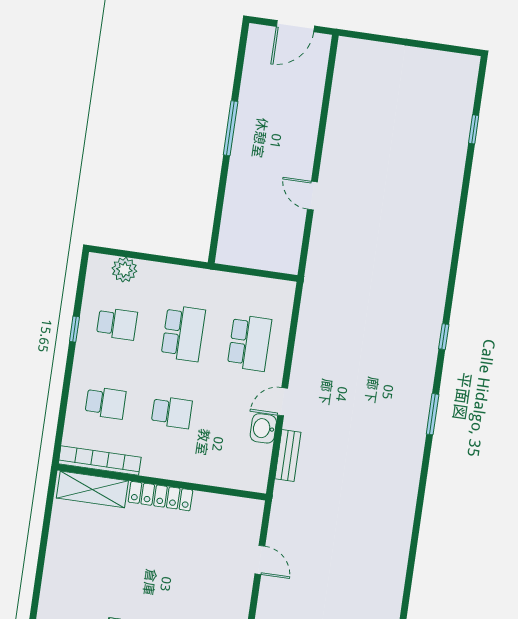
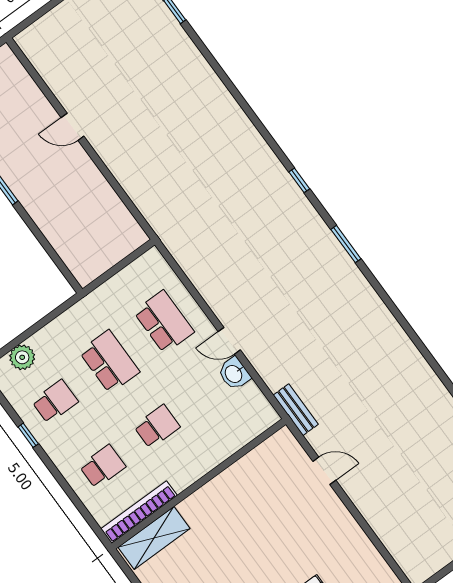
door: (312, 196) -> (73, 127), moved
door: (283, 402) -> (229, 341), hinge flipped
bench: (288, 456) -> (296, 410), moved
locker: (160, 496) -> (208, 495), removed

